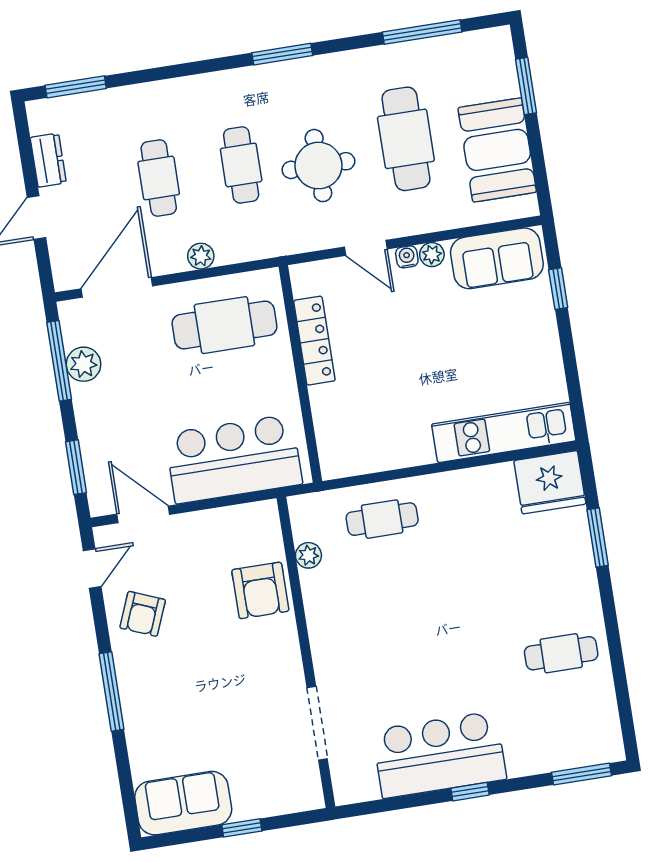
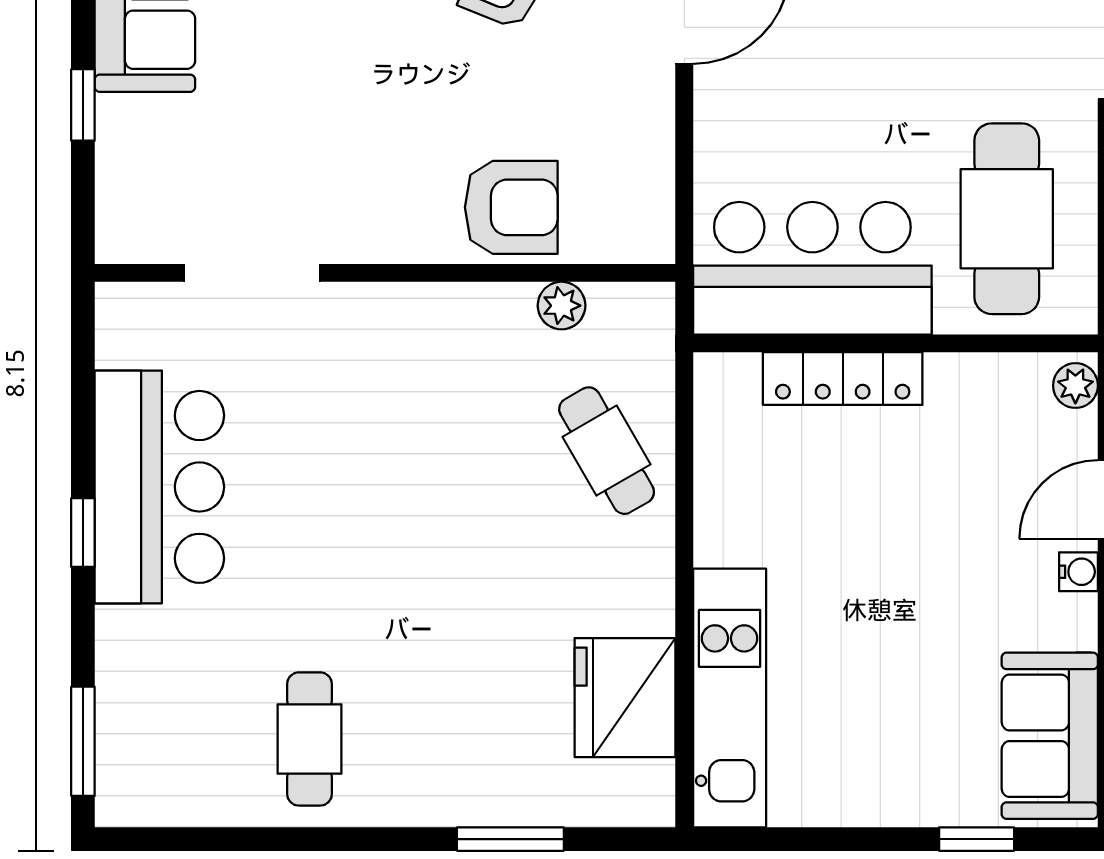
plant: (432, 255) -> (1075, 386), moved
locker: (314, 341) -> (843, 379), moved
bar counter: (234, 459) -> (812, 268), moved, turned -90
fridge: (550, 482) -> (625, 698), moved
cafe table: (382, 519) -> (607, 451), turned -30
armchair: (260, 590) -> (511, 207), turned 180

